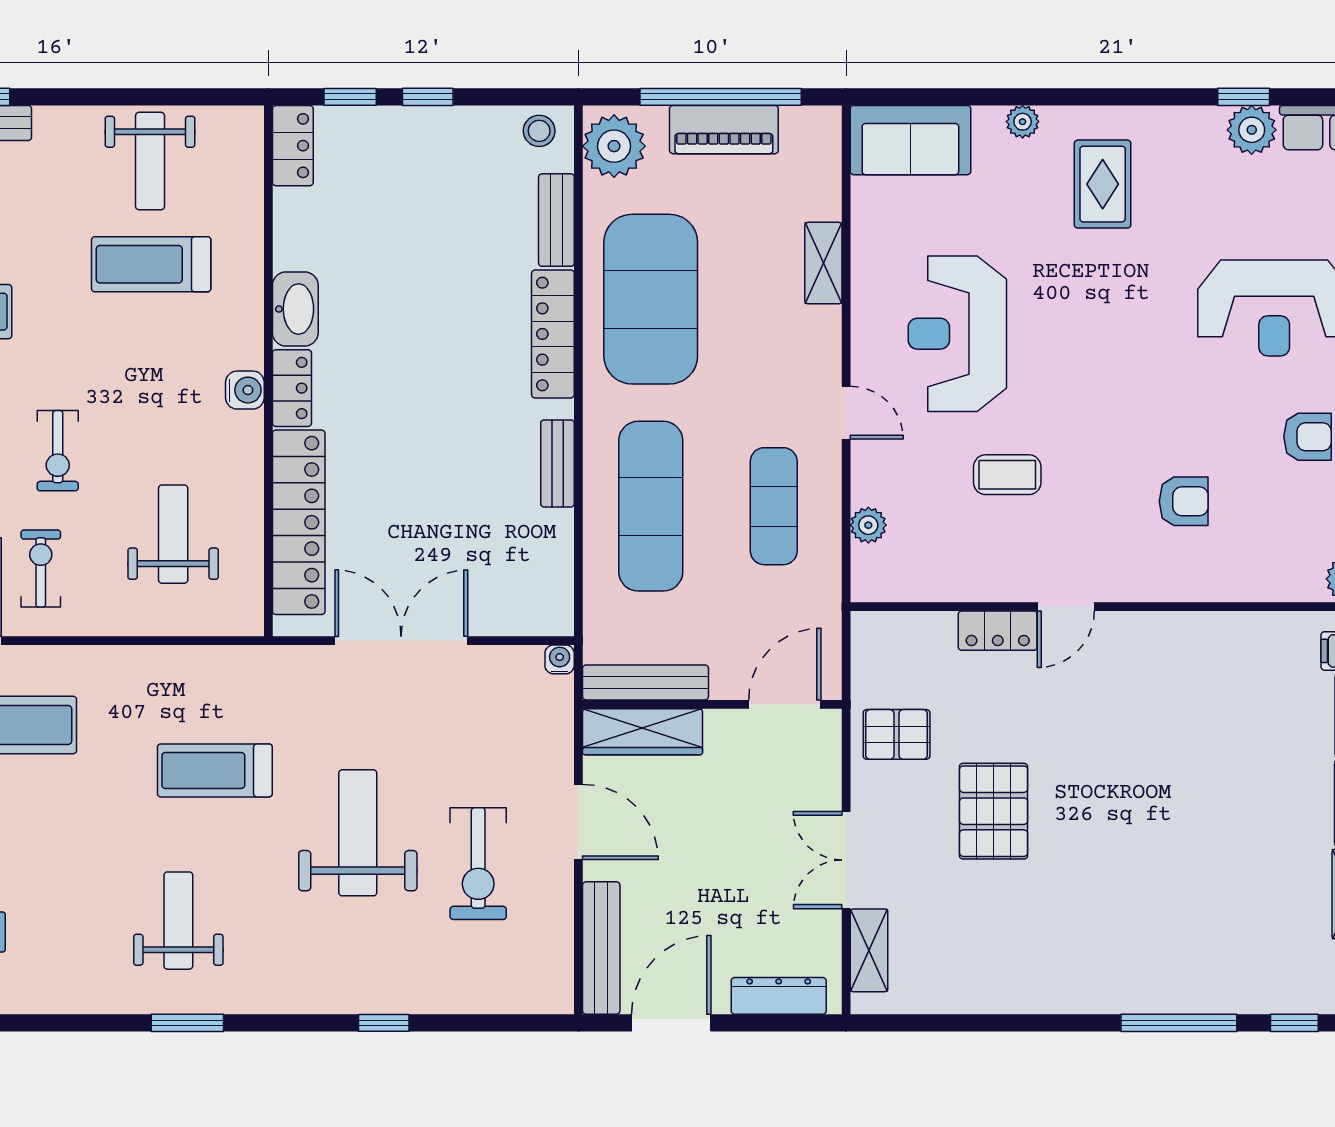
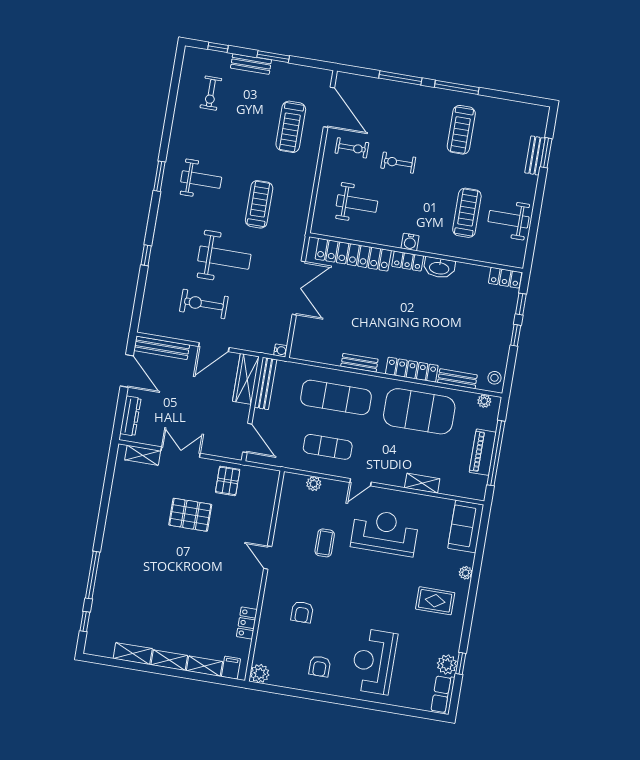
plant: (614, 146) -> (484, 401), width x0.53, depth x0.53
locker: (998, 631) -> (247, 623), moved

